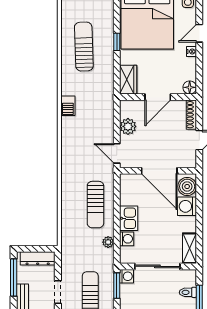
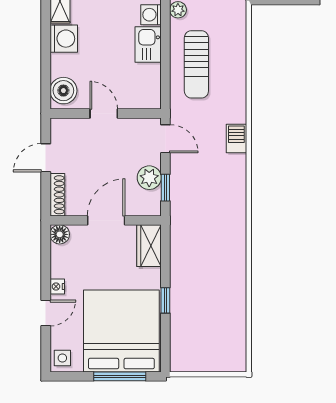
sun lounger: (84, 47) -> (213, 294), removed
barbecue: (68, 106) -> (236, 138), moved
window: (117, 120) -> (165, 188), added
door: (159, 171) -> (104, 113), width x0.53
sun lounger: (95, 205) -> (196, 64), turned 180
washing machine: (187, 206) -> (64, 39), moved

